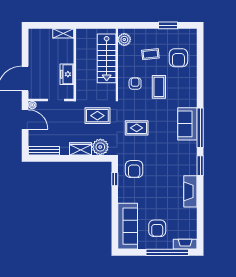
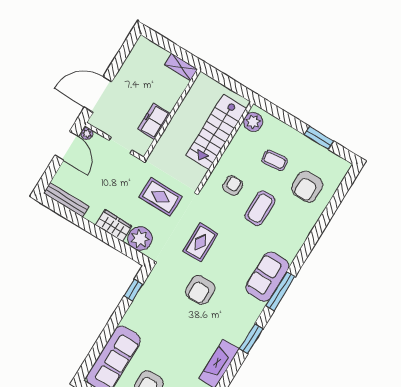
rug: (137, 128) -> (200, 242), turned 90
window: (200, 128) -> (280, 291), width x0.68
armchair: (134, 169) -> (200, 290), moved

